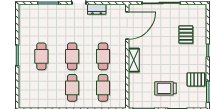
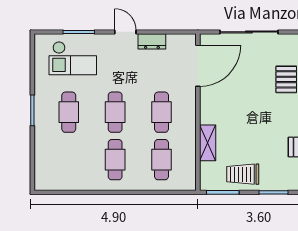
checkout: (44, 20) -> (73, 58), added
shelving: (134, 60) -> (208, 143), moved
trolley: (165, 88) -> (243, 174), moved

